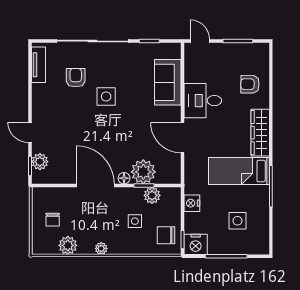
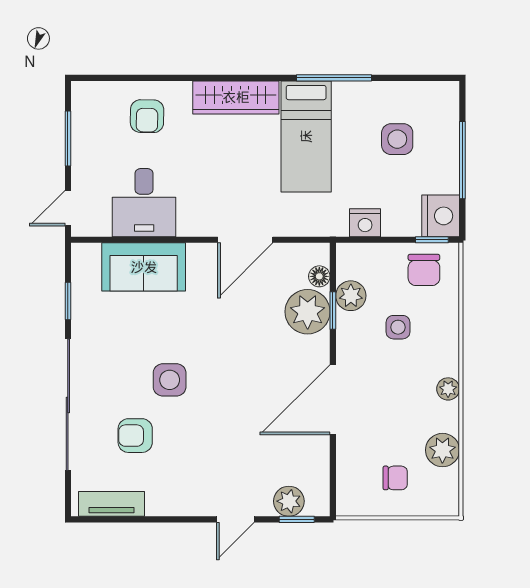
desk: (203, 101) -> (144, 203), moved
floor lamp: (124, 178) -> (319, 276), moved

